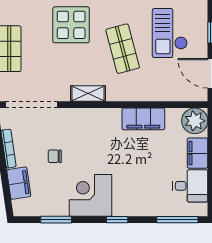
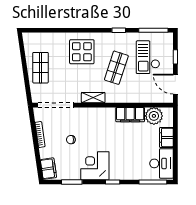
shop shelf: (123, 49) -> (116, 68), turned 33
plant: (195, 121) -> (154, 116), moved
filing cabinet: (19, 183) -> (48, 169), moved
desk: (190, 186) -> (162, 163), width x1.37

